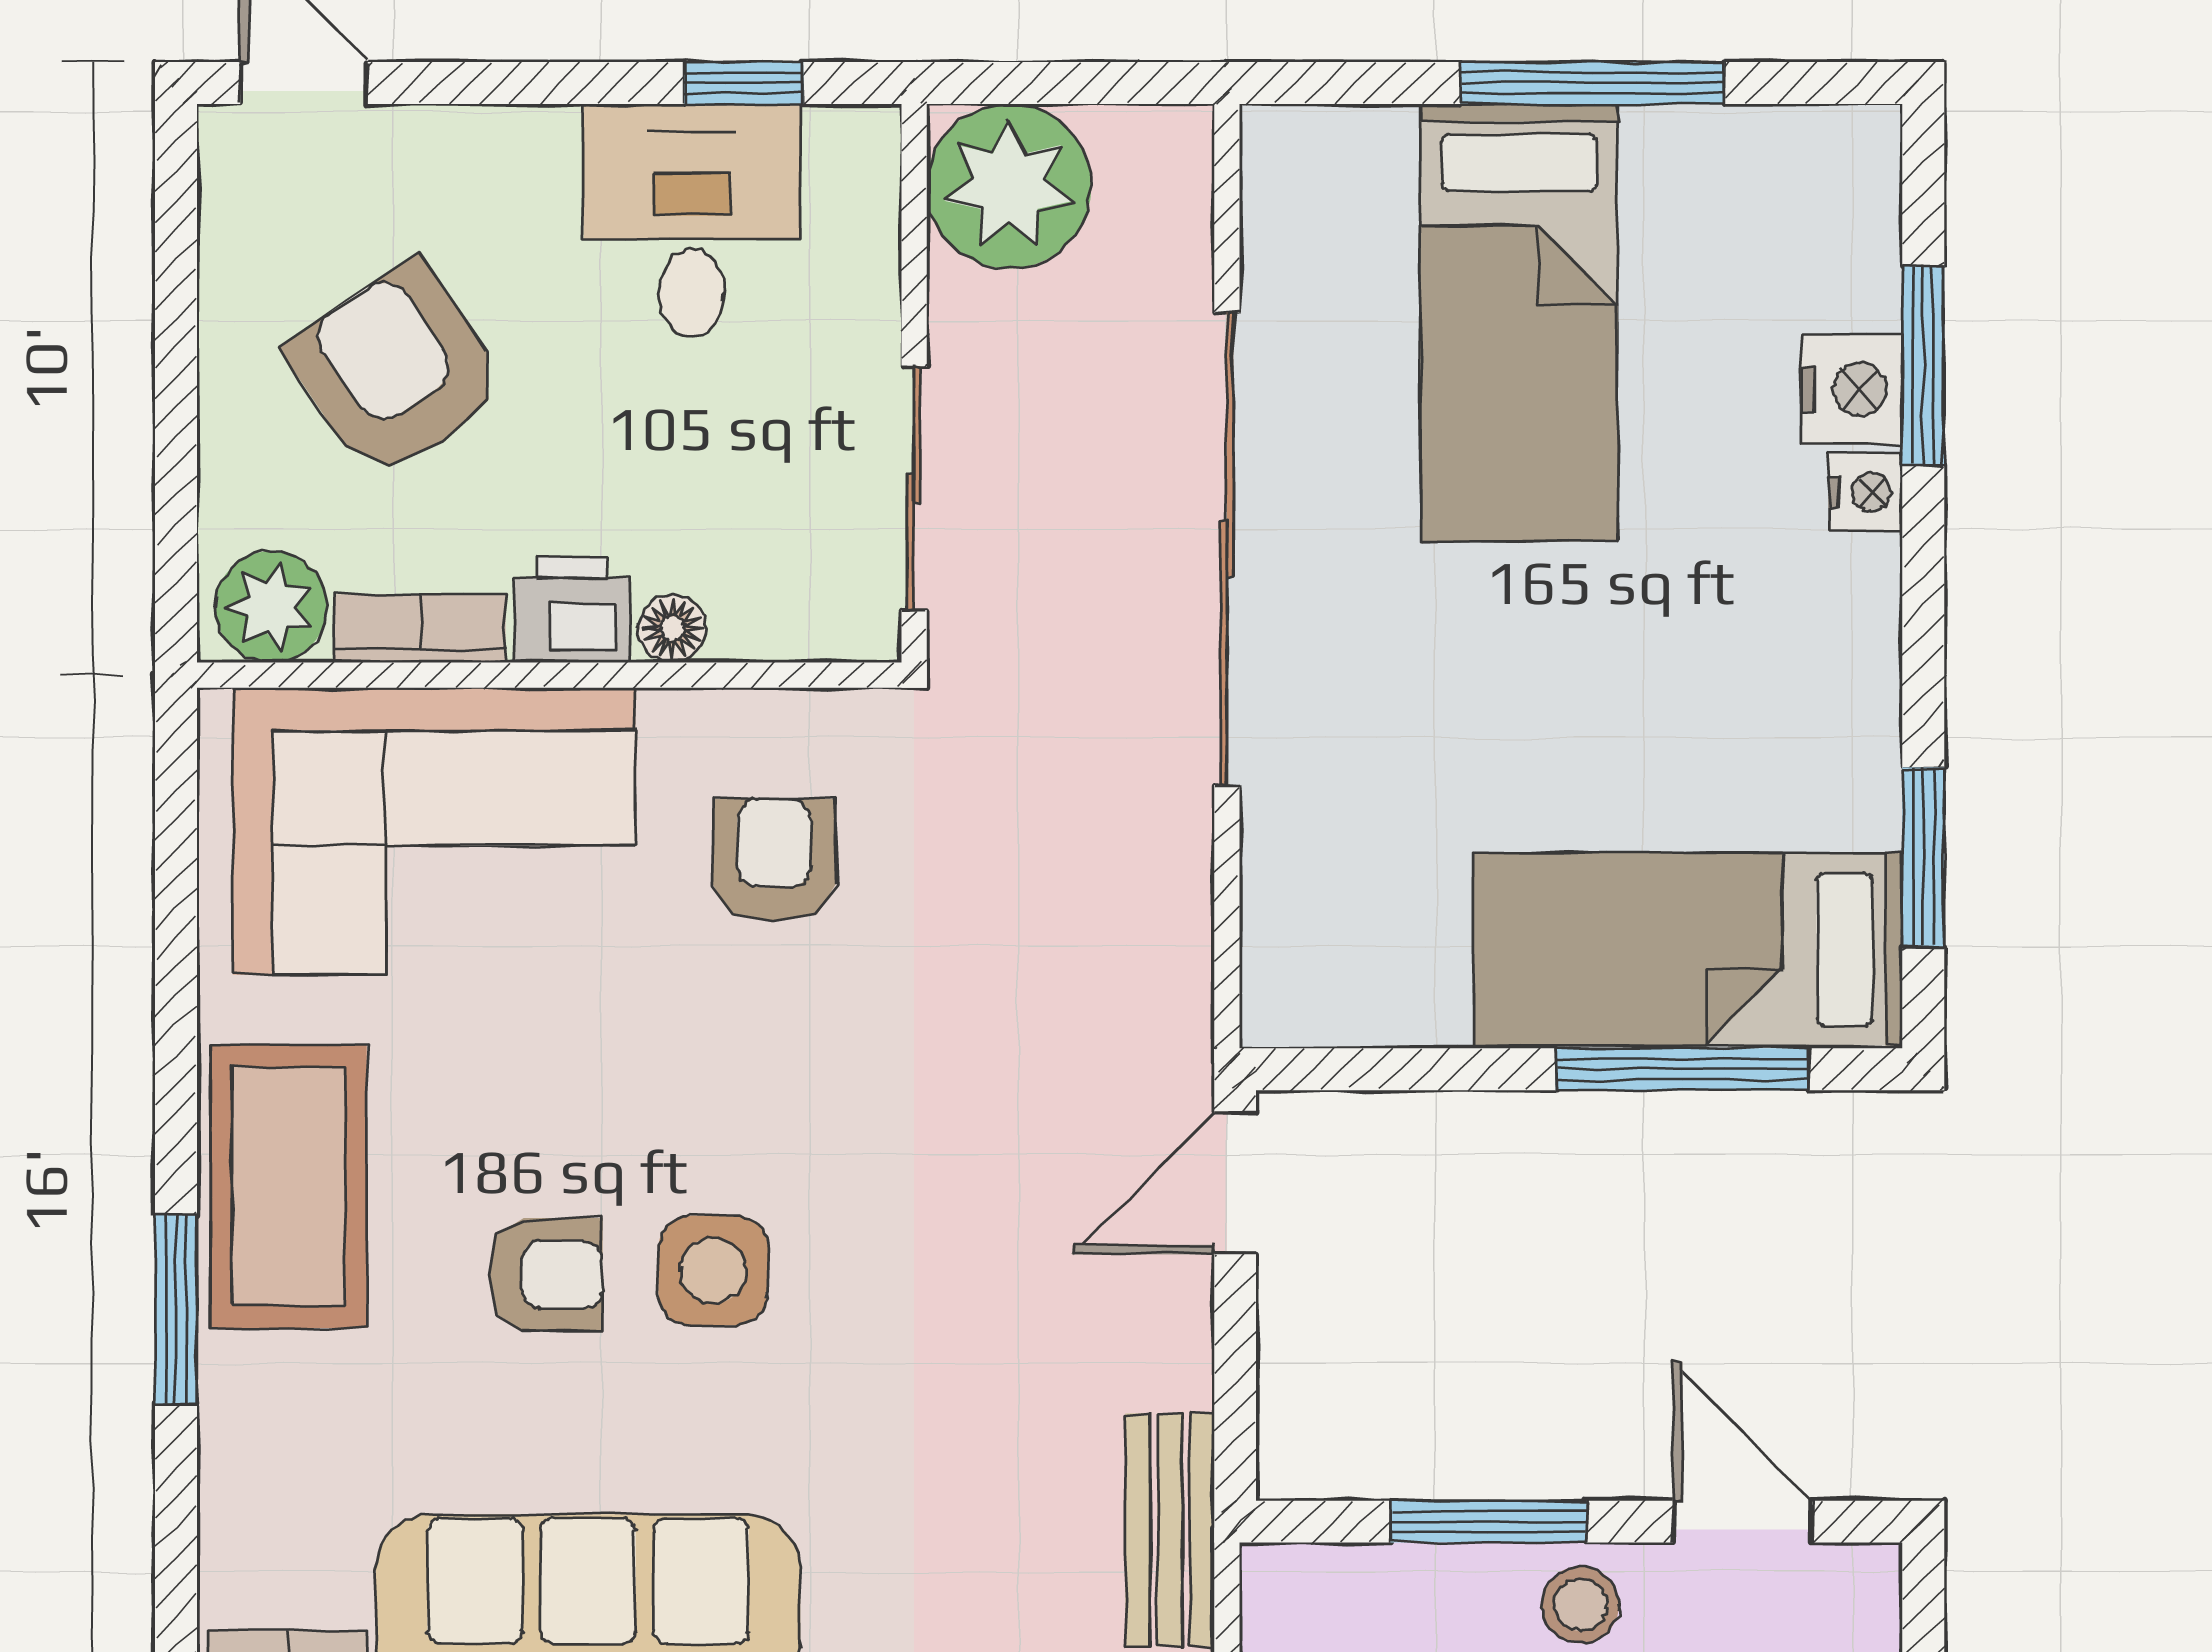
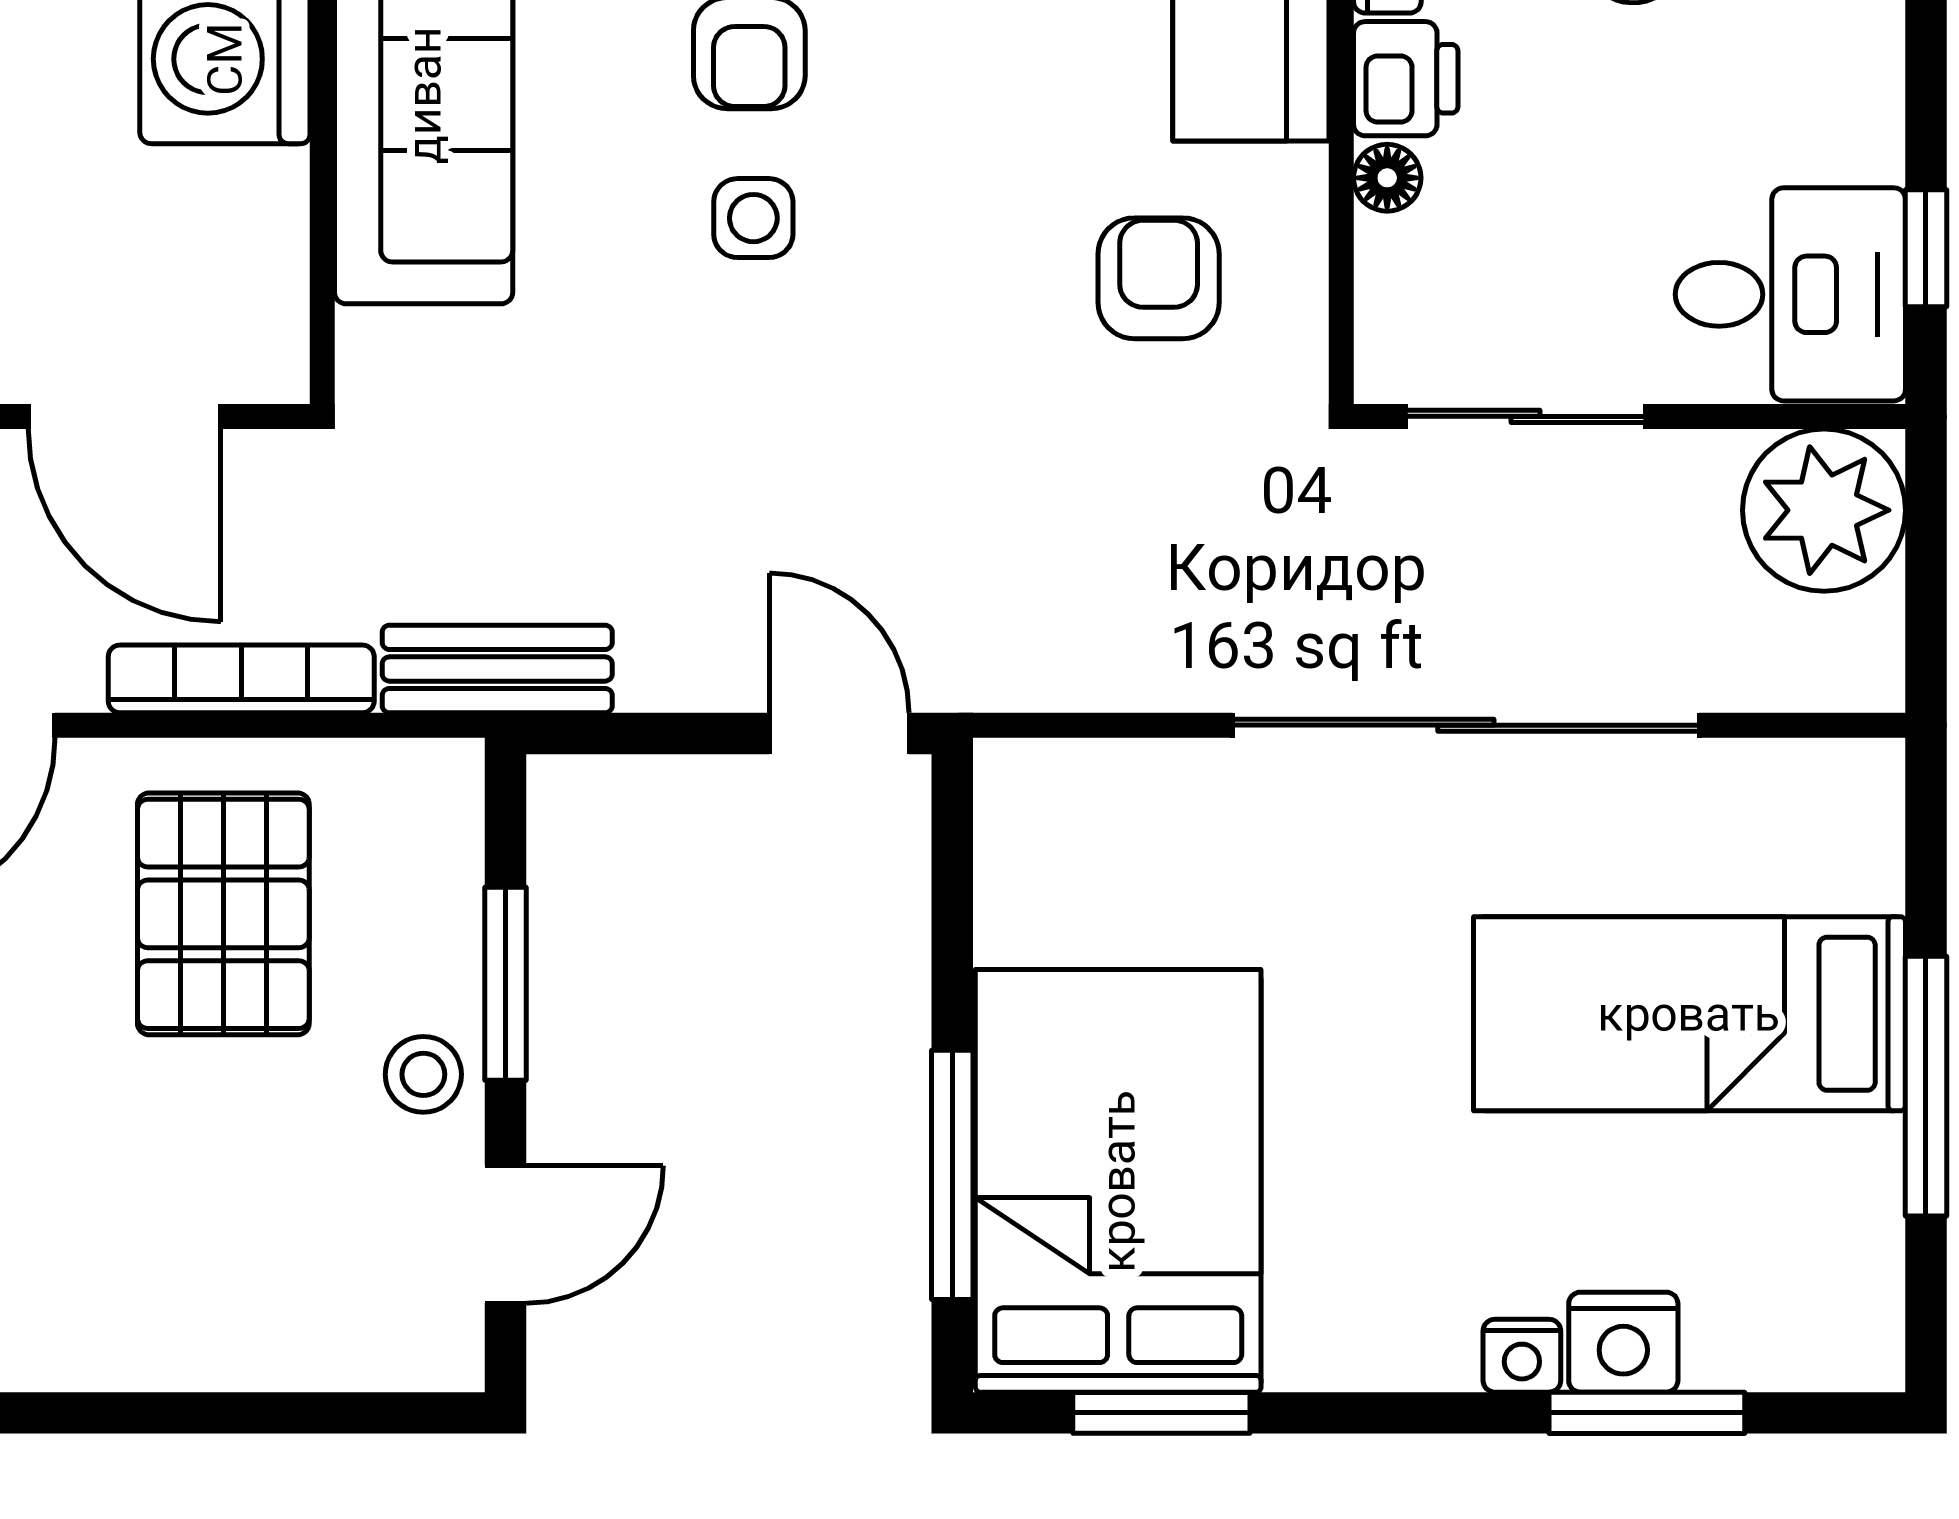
desk: (692, 220) -> (1790, 294), moved
armchair: (774, 860) -> (1159, 278), turned -90
bed: (1688, 949) -> (1118, 1181), width x1.50
side table: (713, 1271) -> (753, 218), width x0.73, depth x0.73

